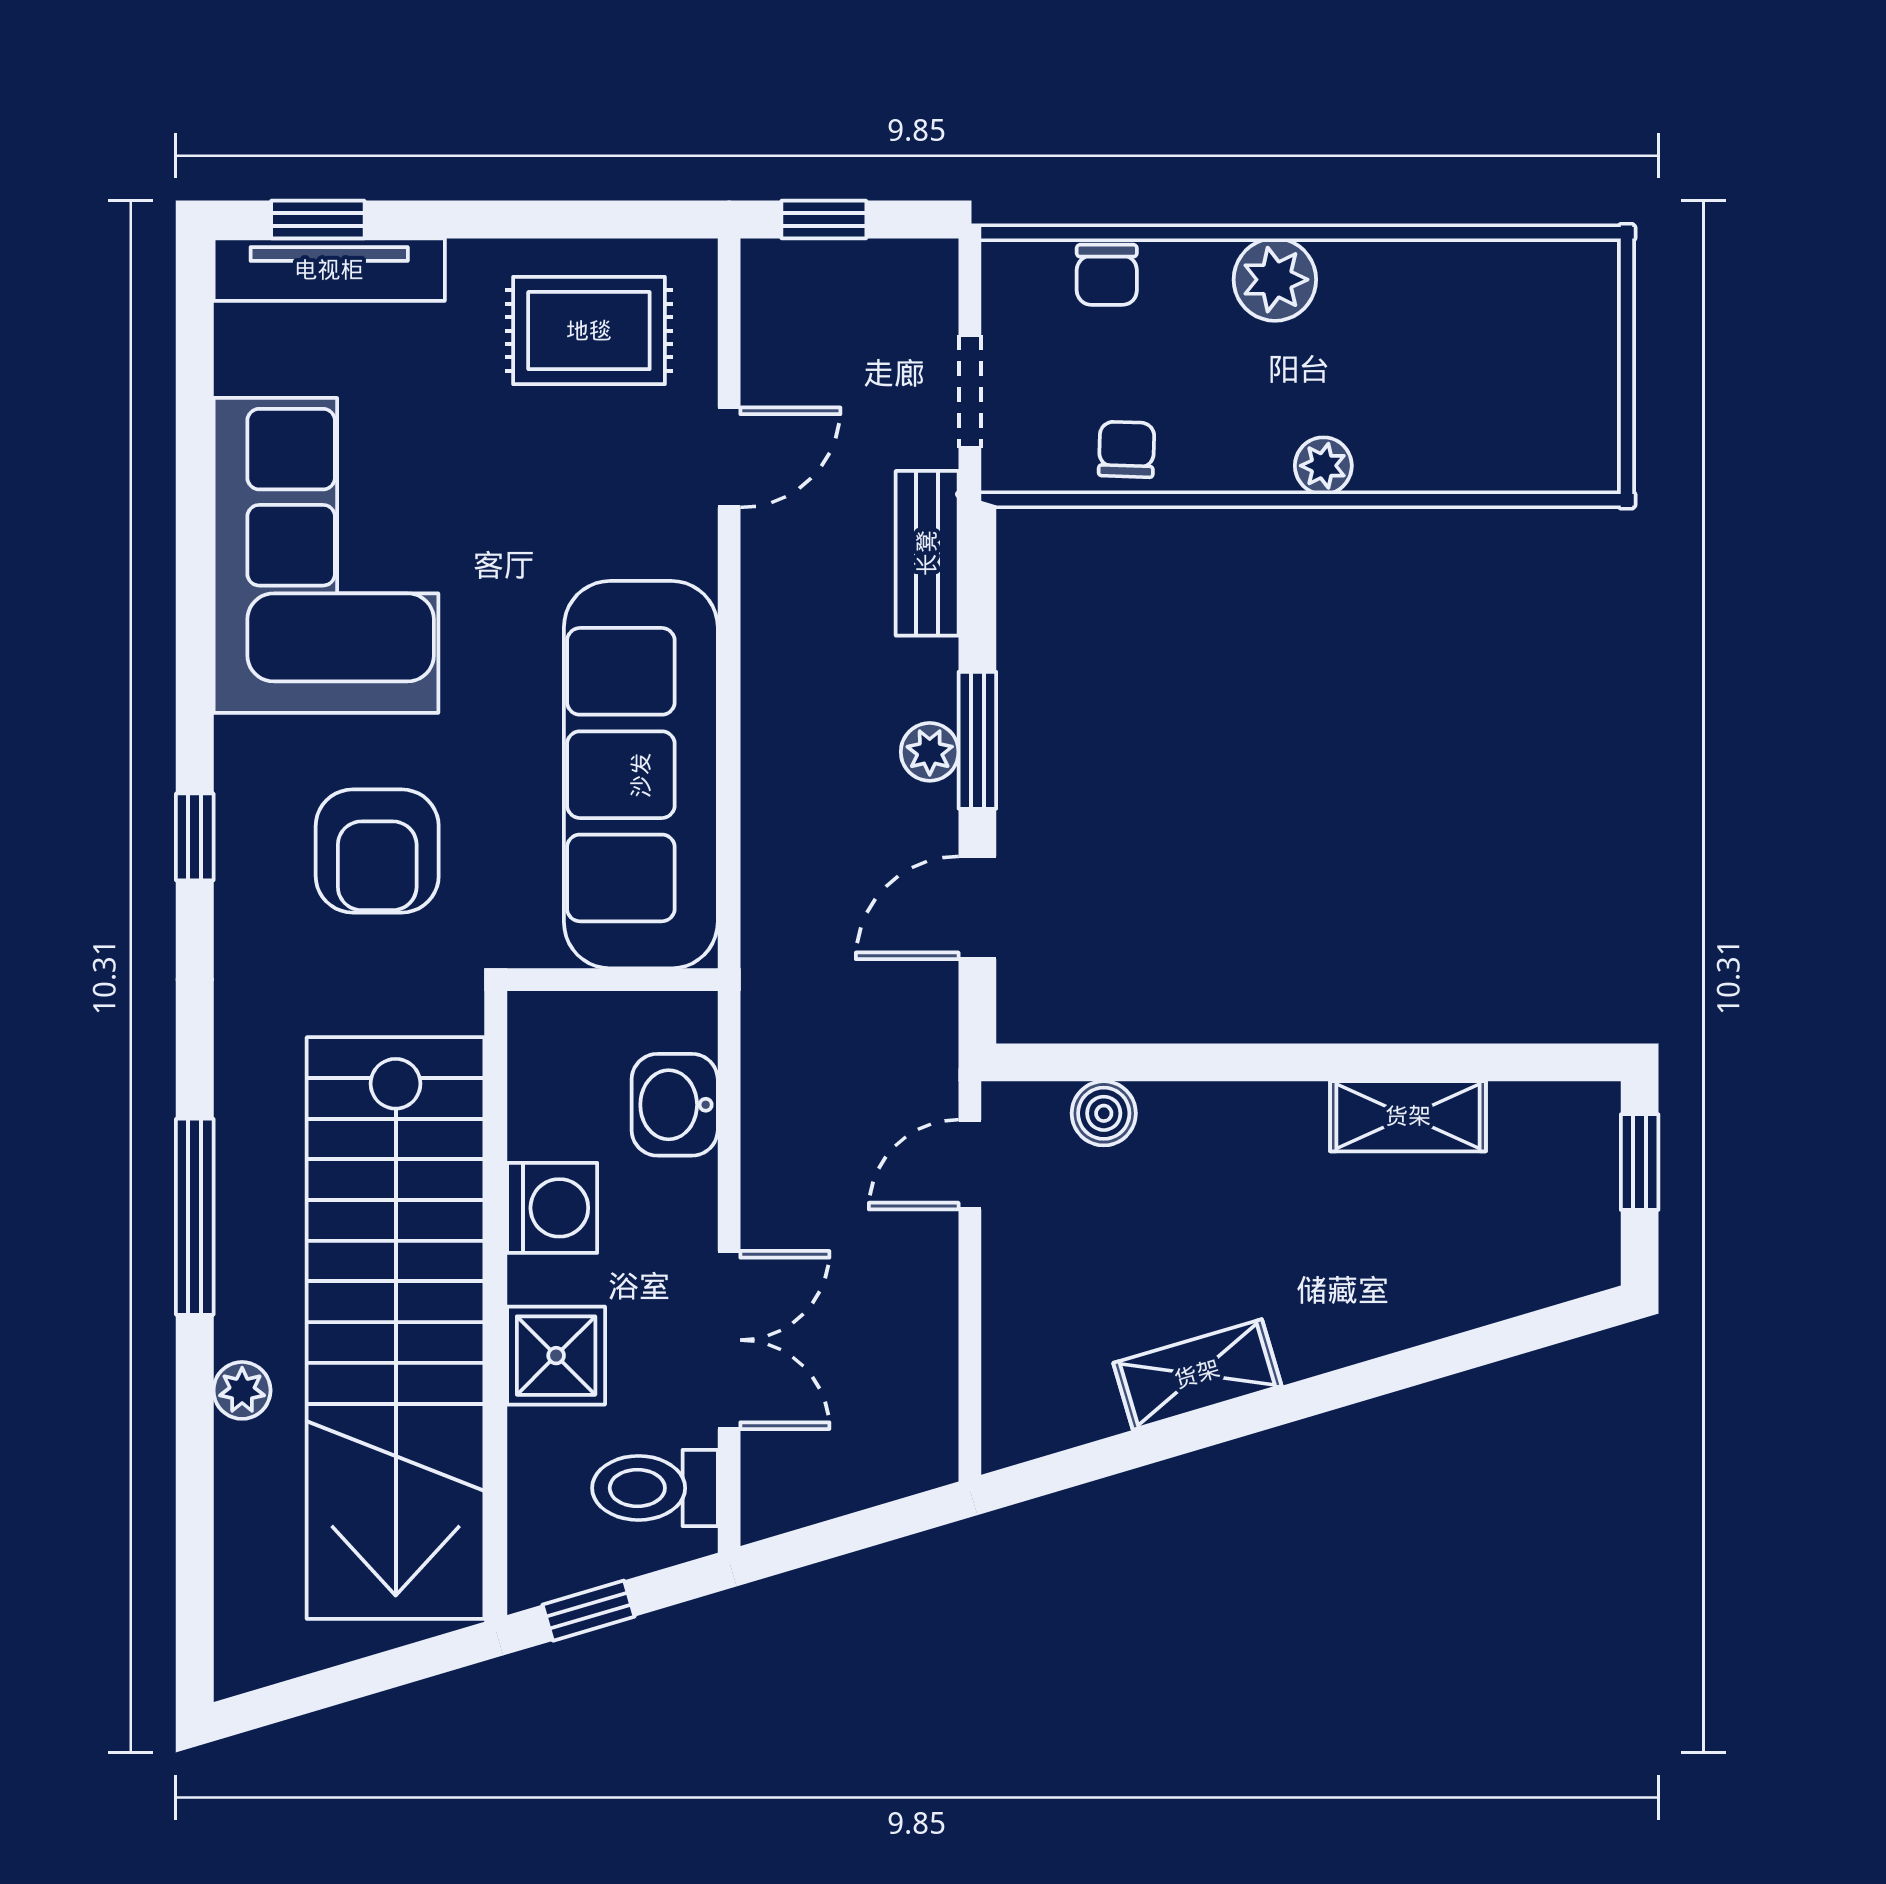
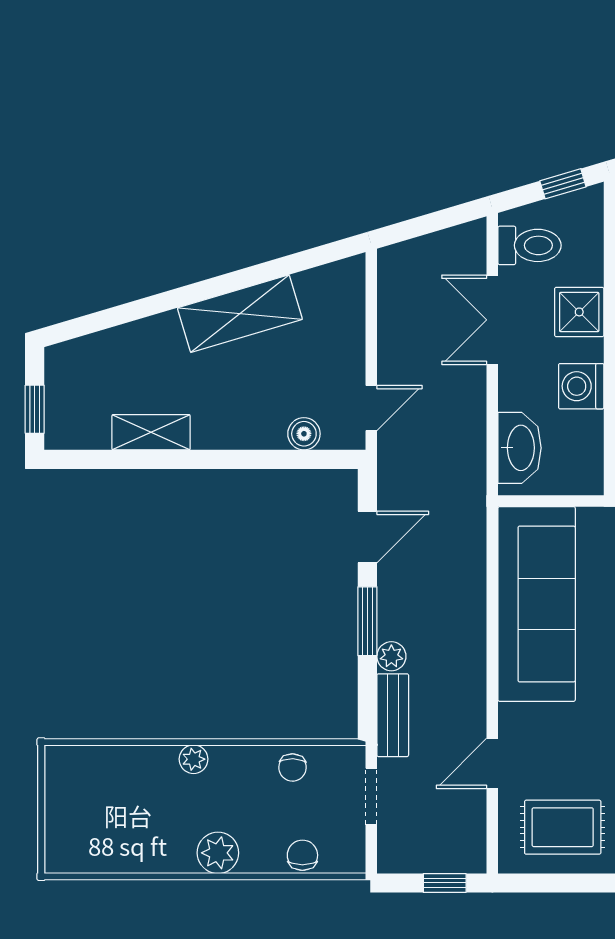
plant: (930, 752) -> (391, 656), moved
washbasin: (675, 1105) -> (520, 448), width x1.38
shelving: (1197, 1374) -> (240, 314), width x1.50, depth x1.33

